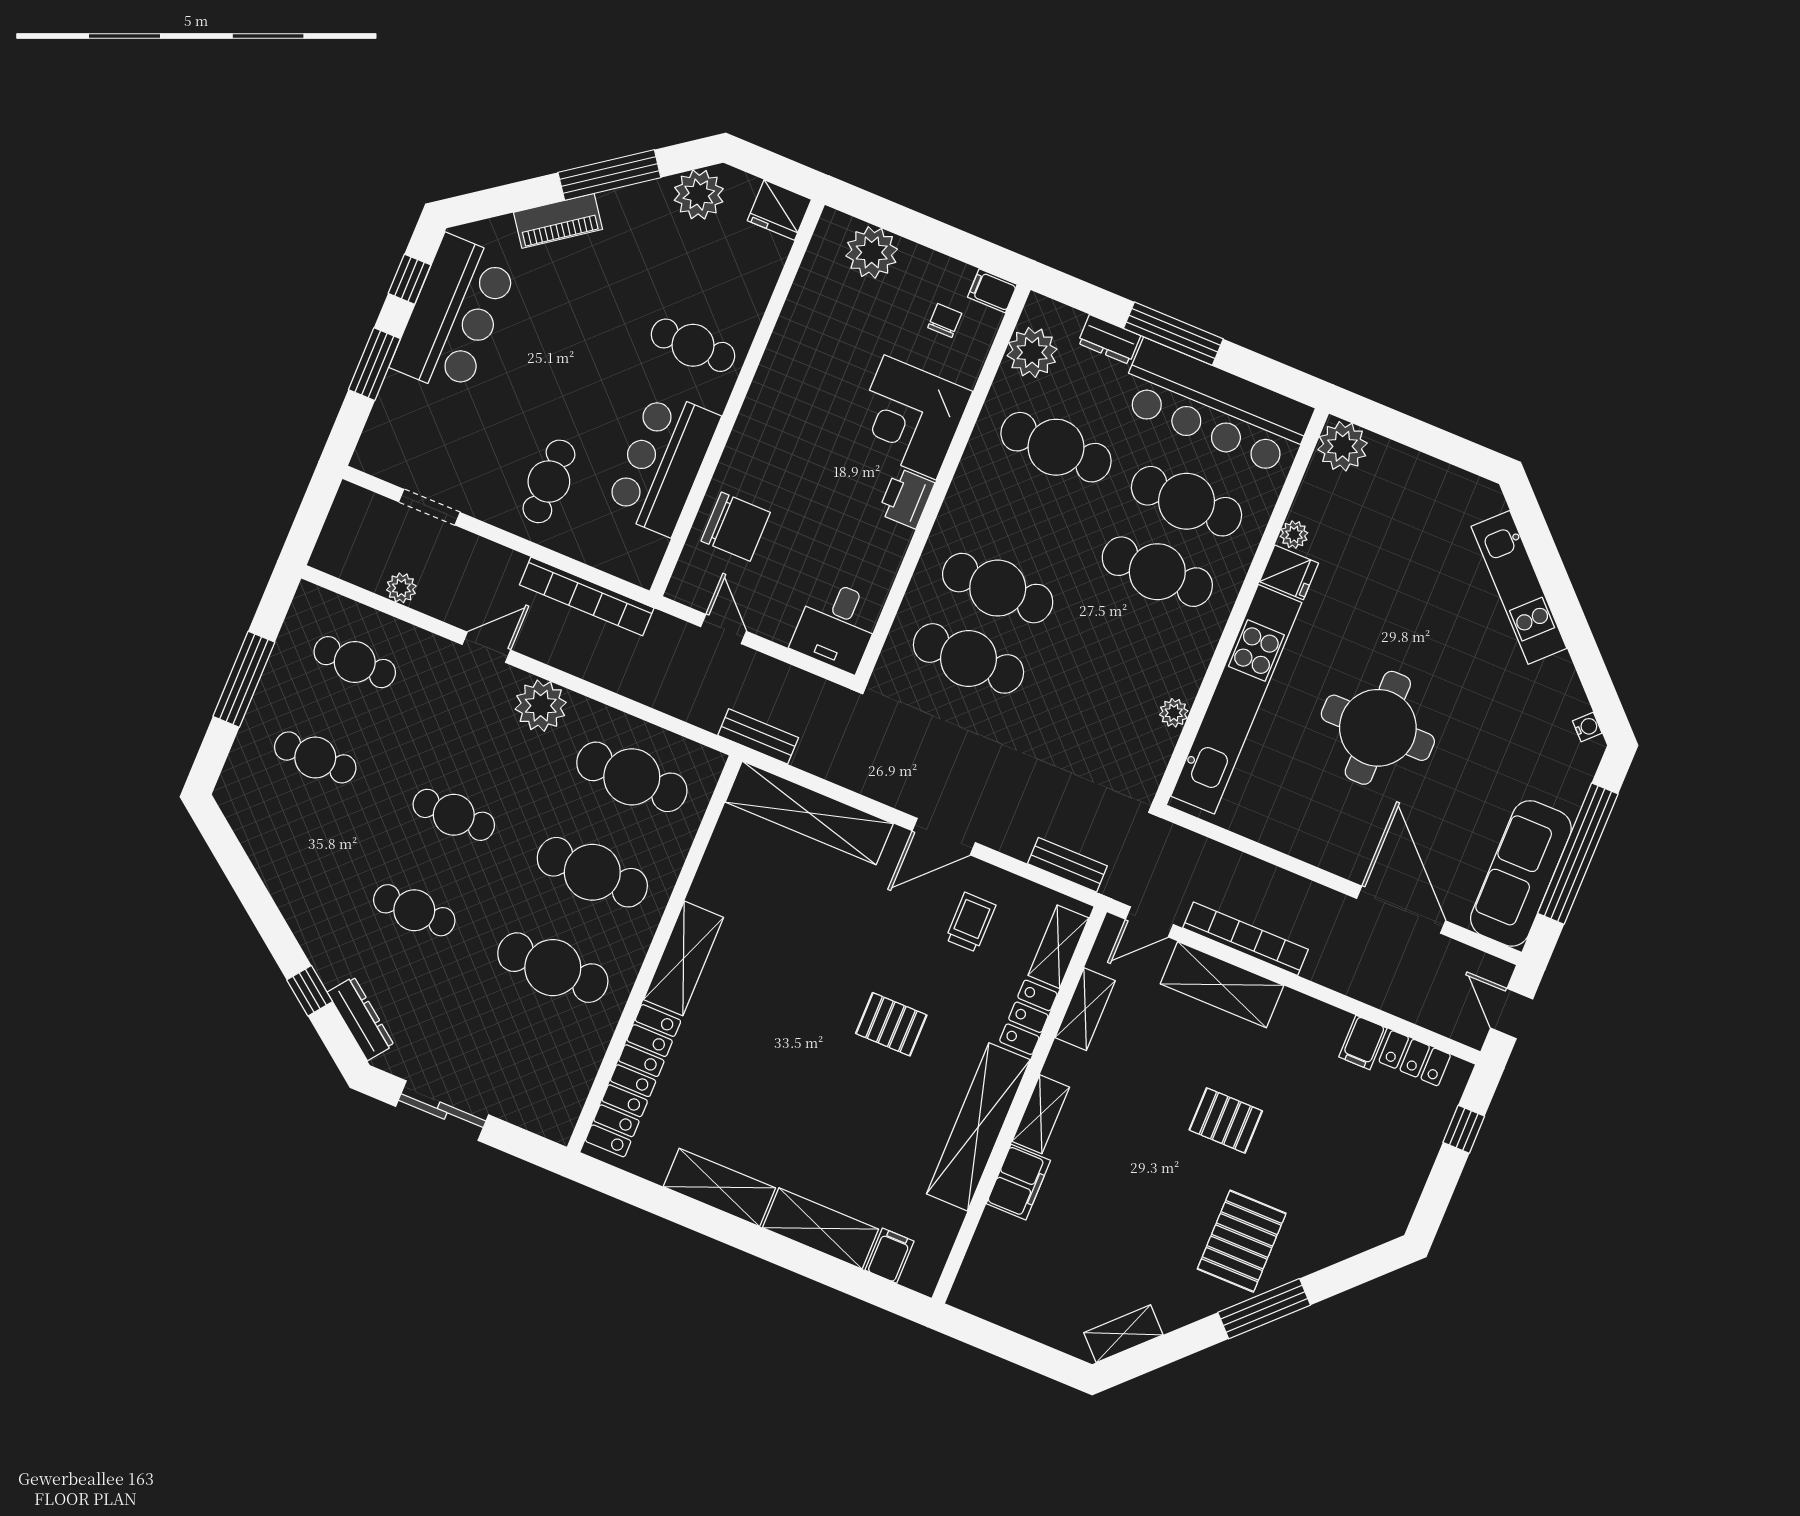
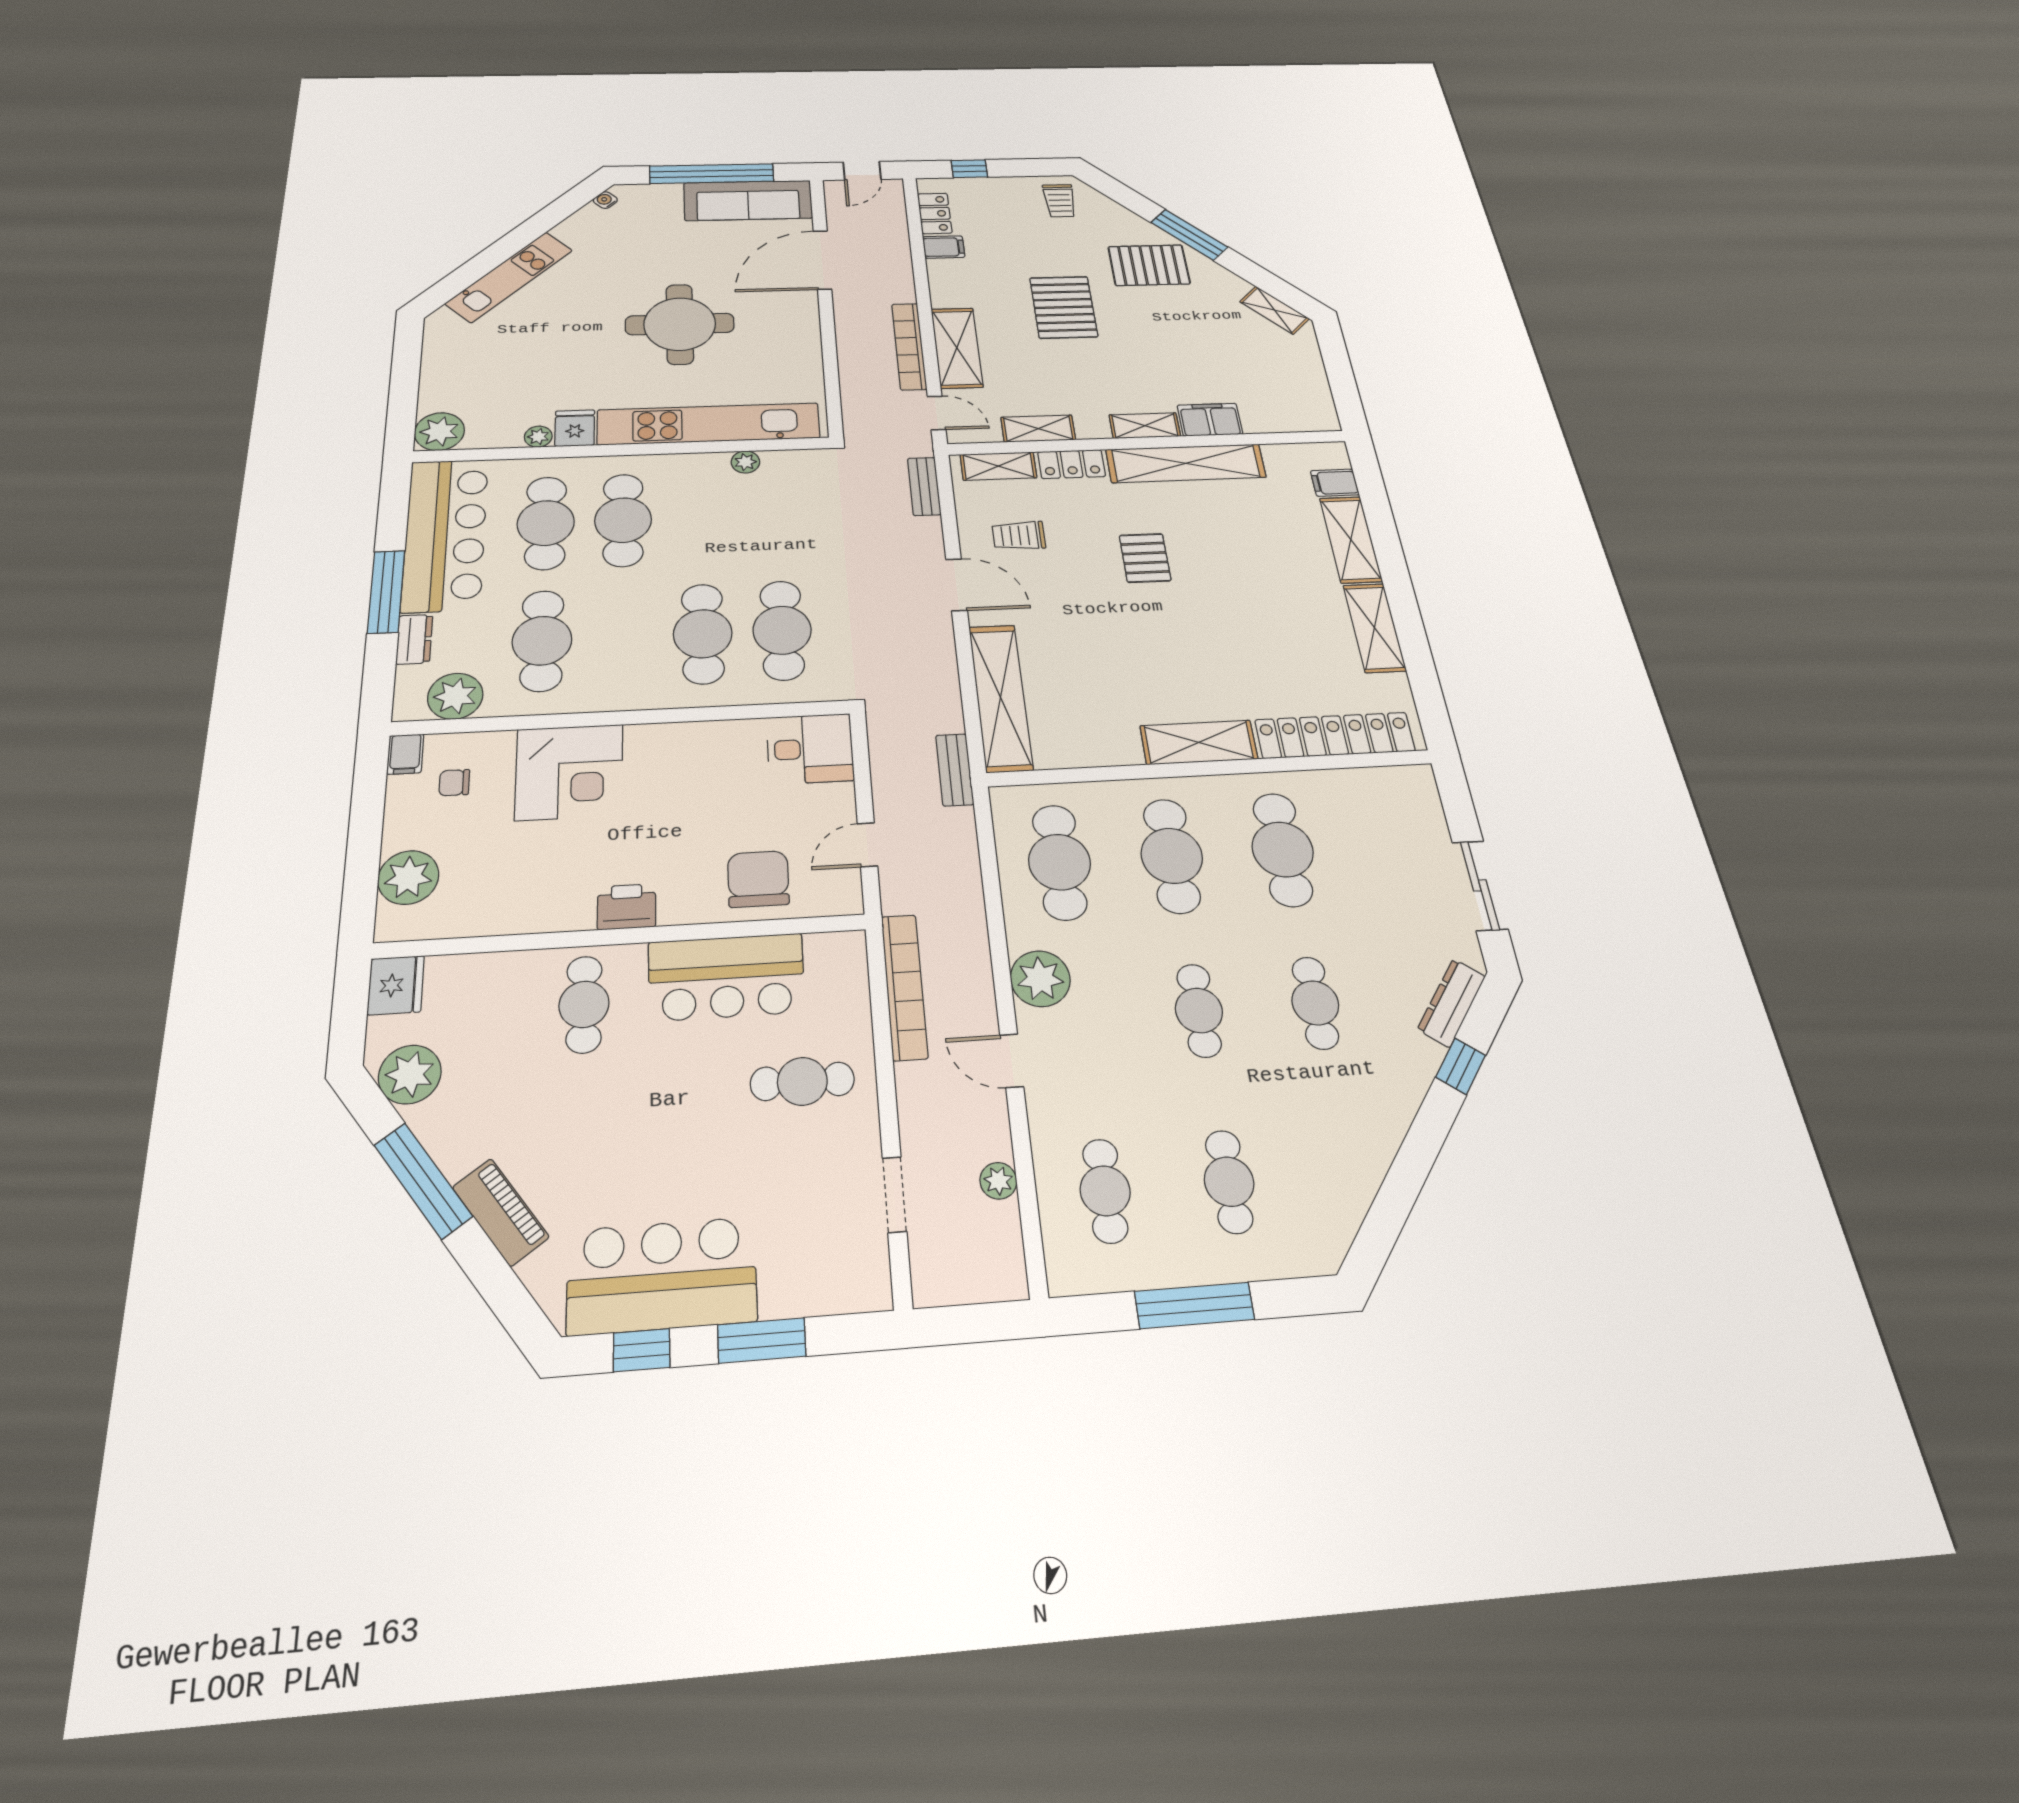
printer: (906, 498) -> (627, 907), moved, turned 180
pallet: (1226, 1120) -> (1064, 307), width x1.50, depth x1.42
trolley: (1374, 1200) -> (1060, 201), added

